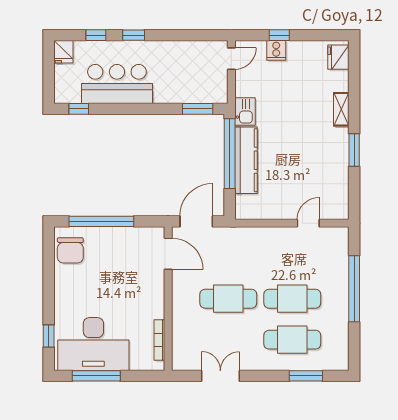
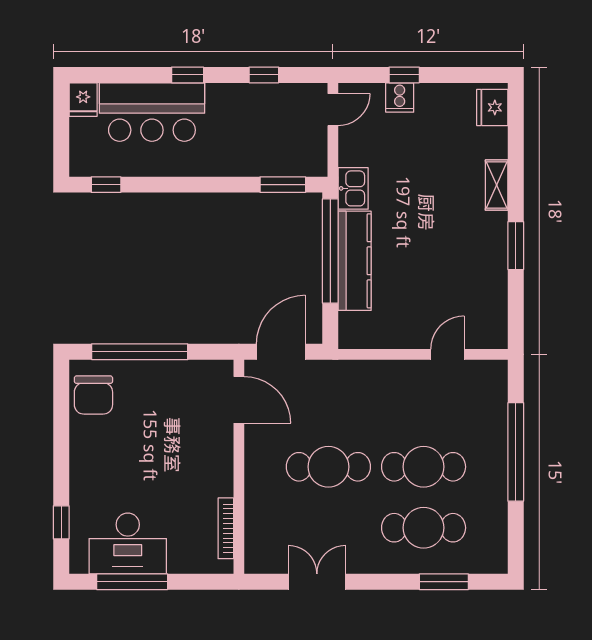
window: (96, 35) -> (264, 75), moved
bar counter: (117, 84) -> (152, 112), moved, turned 180
desk: (93, 344) -> (128, 543), width x0.73, depth x0.77

